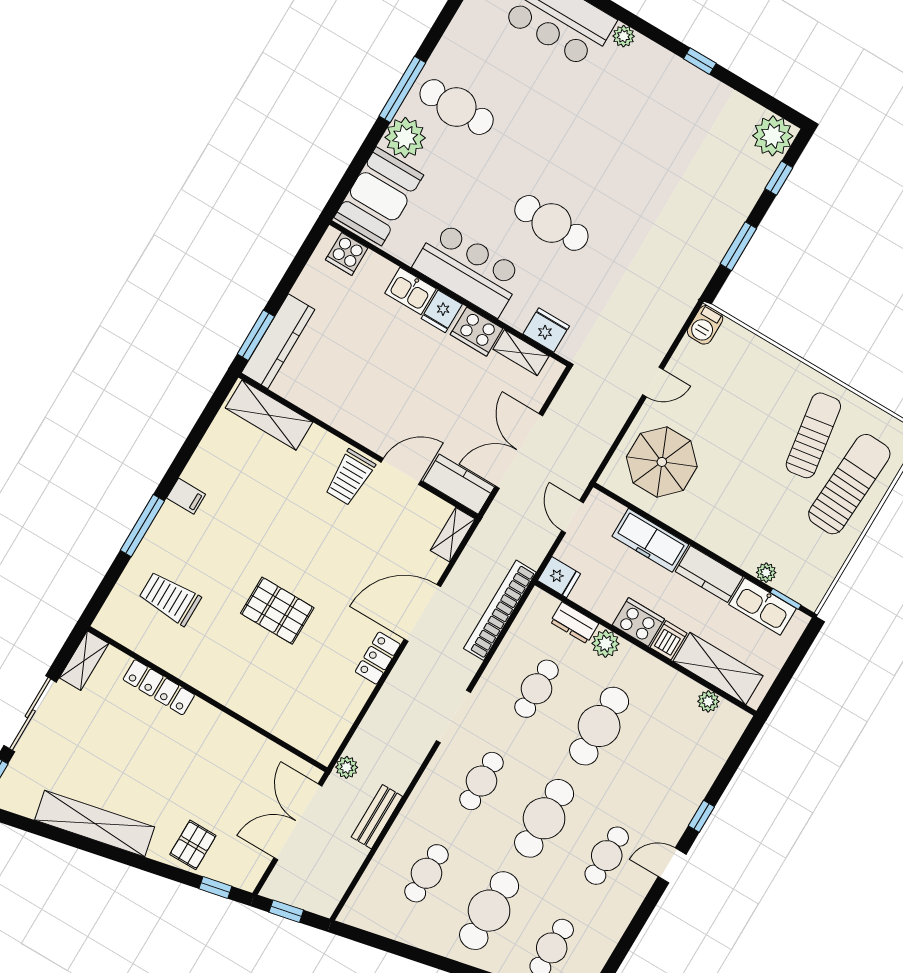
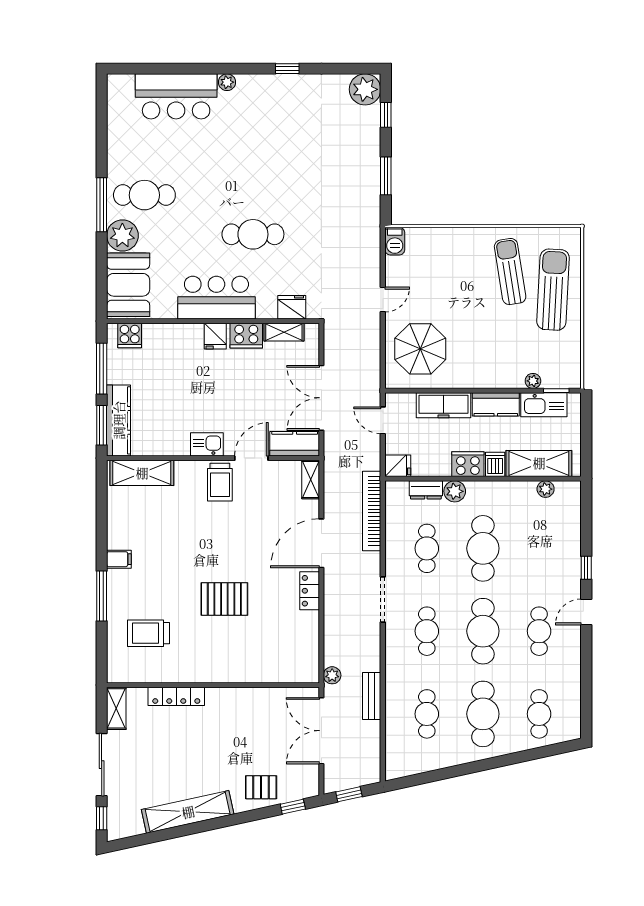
window: (293, 272) -> (102, 369), added
kitchen sink: (411, 291) -> (207, 444), moved, turned 180
pallet: (193, 845) -> (261, 787), turned 90

